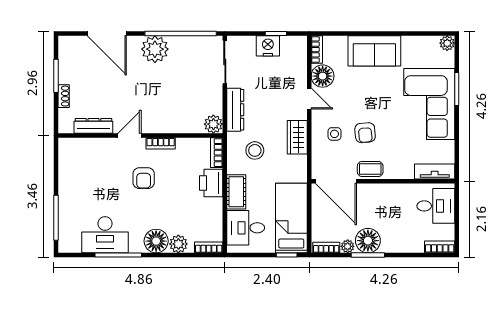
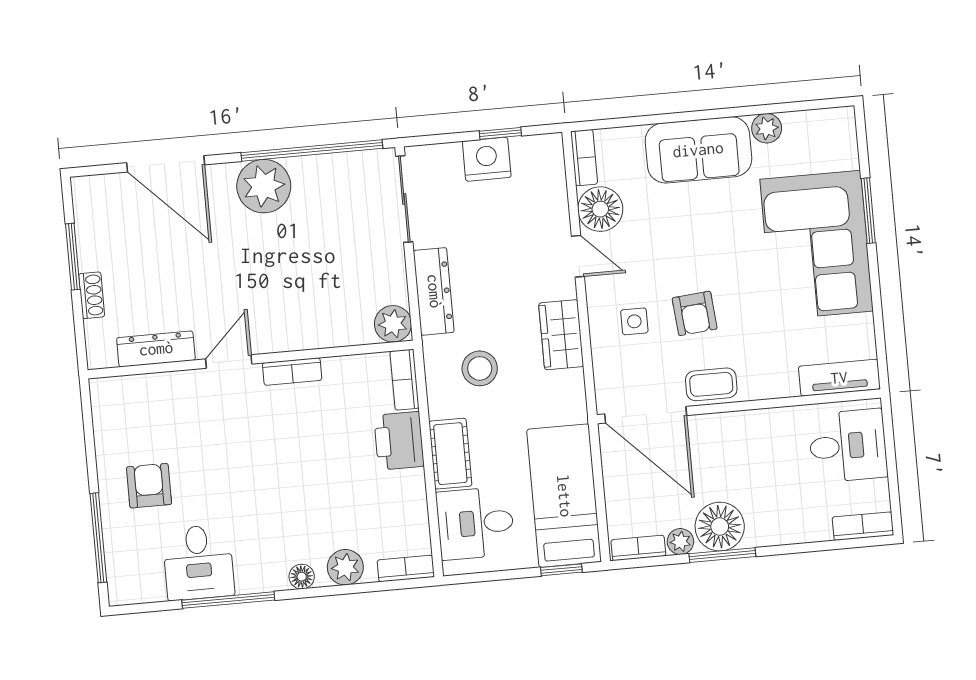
plant: (447, 43) -> (767, 128), moved
armchair: (144, 178) -> (149, 486), moved, turned 180
desk: (105, 235) -> (198, 562), width x0.73
floor lamp: (156, 241) -> (302, 577), width x0.53, depth x0.53

